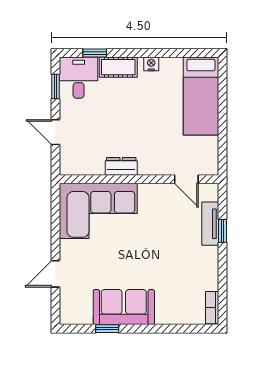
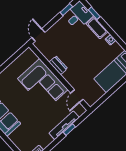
door: (55, 132) -> (38, 35), moved
corner sofa: (98, 211) -> (43, 84), moved
tv unit: (210, 224) -> (64, 125), width x1.41

